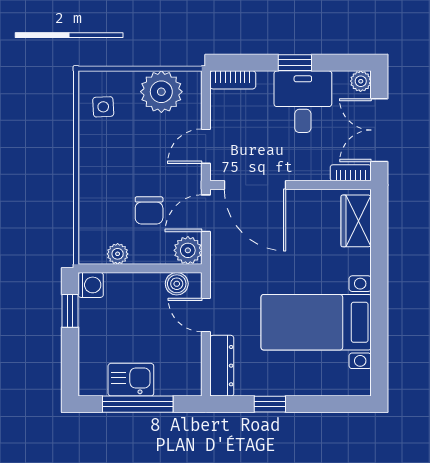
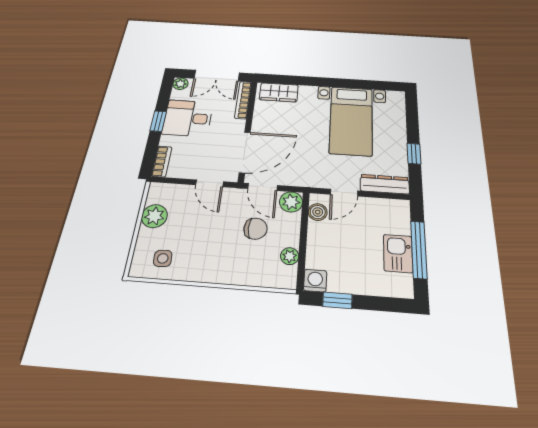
plant: (161, 92) -> (154, 216), width x0.73, depth x0.73
bookcase: (351, 173) -> (243, 100), width x1.56

